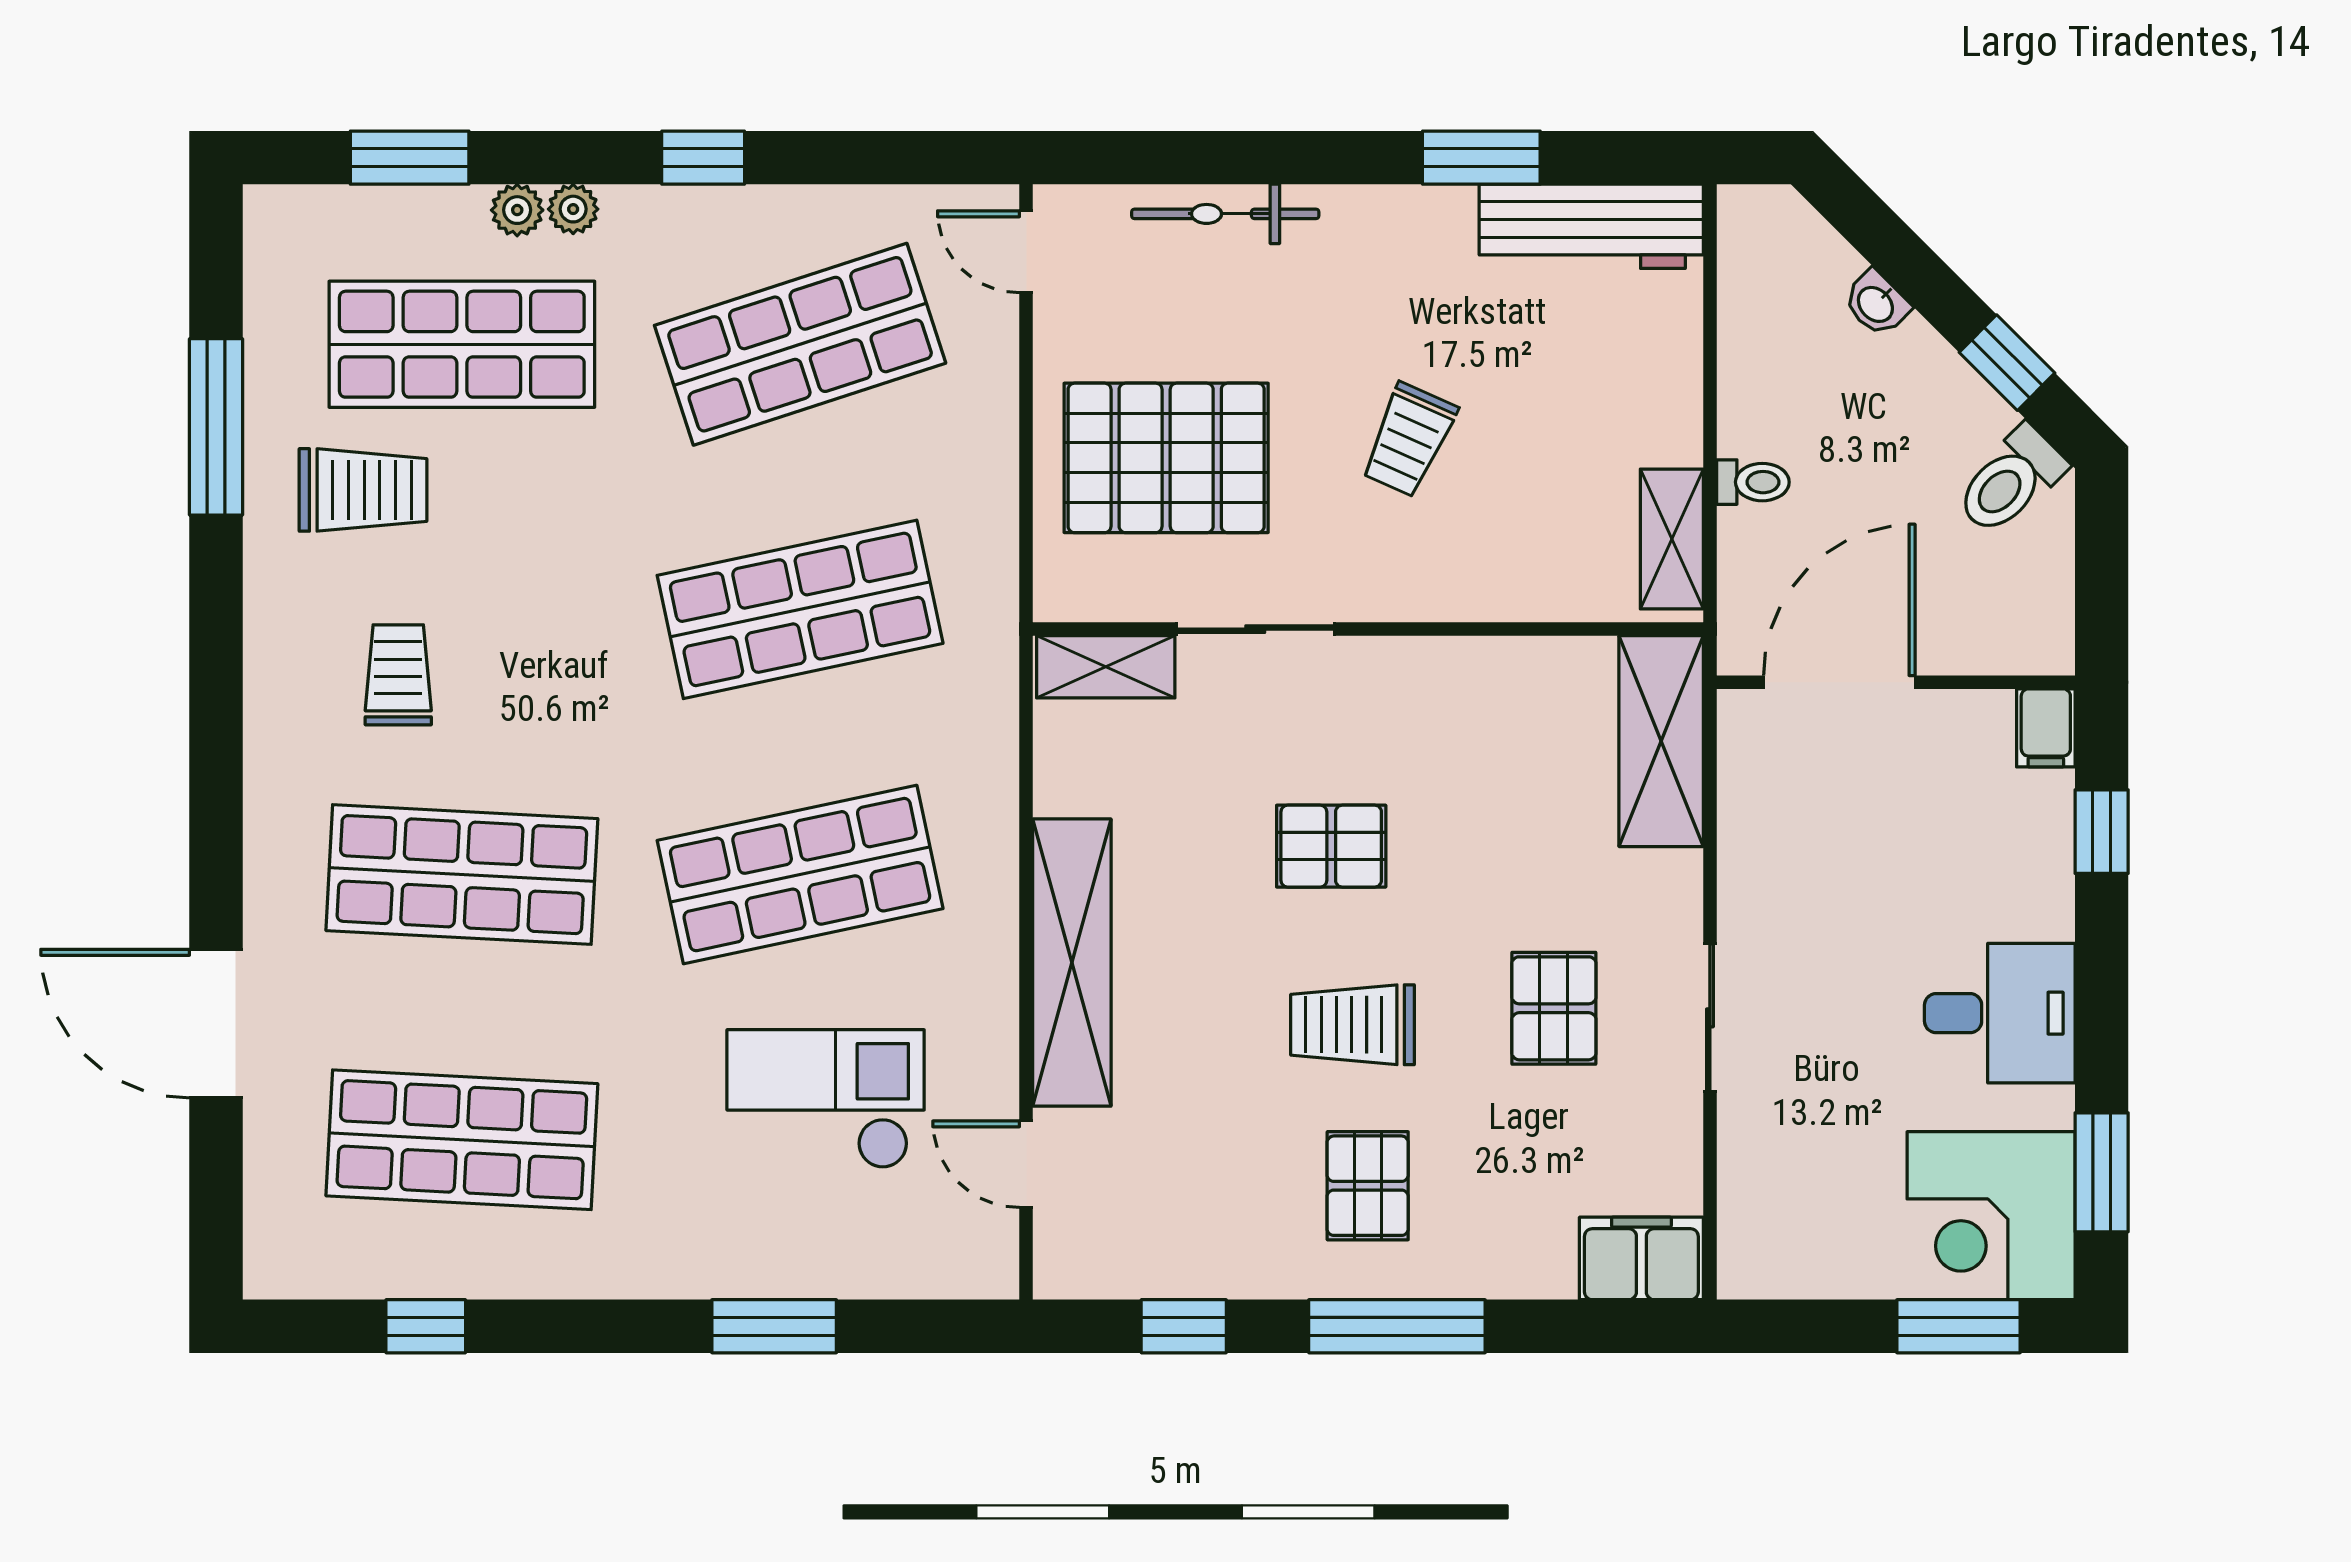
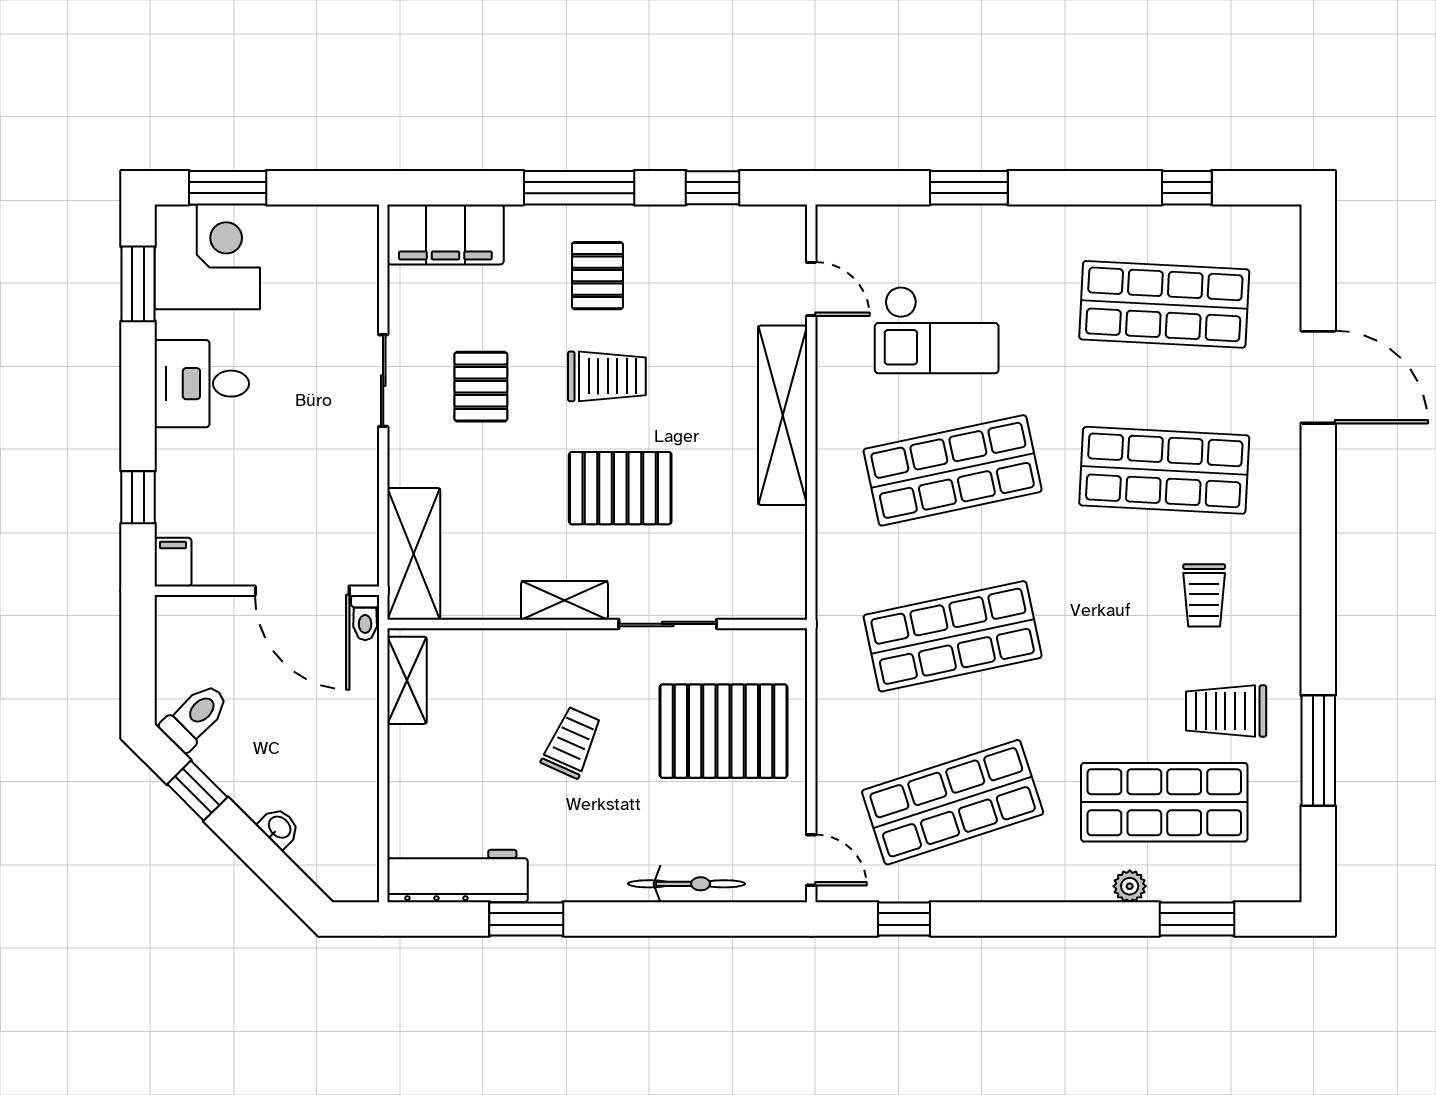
window: (703, 158) -> (904, 919), moved
plant: (573, 209) -> (1095, 887), removed
toilet: (1753, 482) -> (365, 618), moved, turned -90
shelving: (1106, 667) -> (564, 600), moved
door: (1839, 682) -> (302, 591), hinge flipped
pallet: (1331, 846) -> (620, 488), width x1.50, depth x1.42
filing cabinet: (1641, 1258) -> (445, 234), width x1.50, depth x1.17

